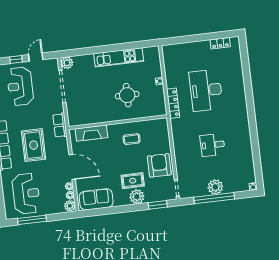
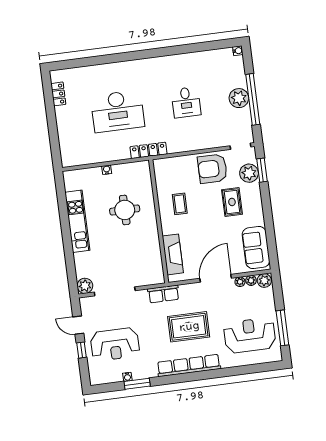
locker: (173, 103) -> (149, 150), moved
plant: (137, 197) -> (249, 173), moved

